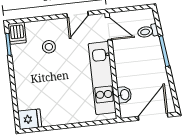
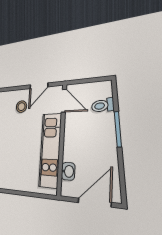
stool: (49, 47) -> (21, 107), moved

